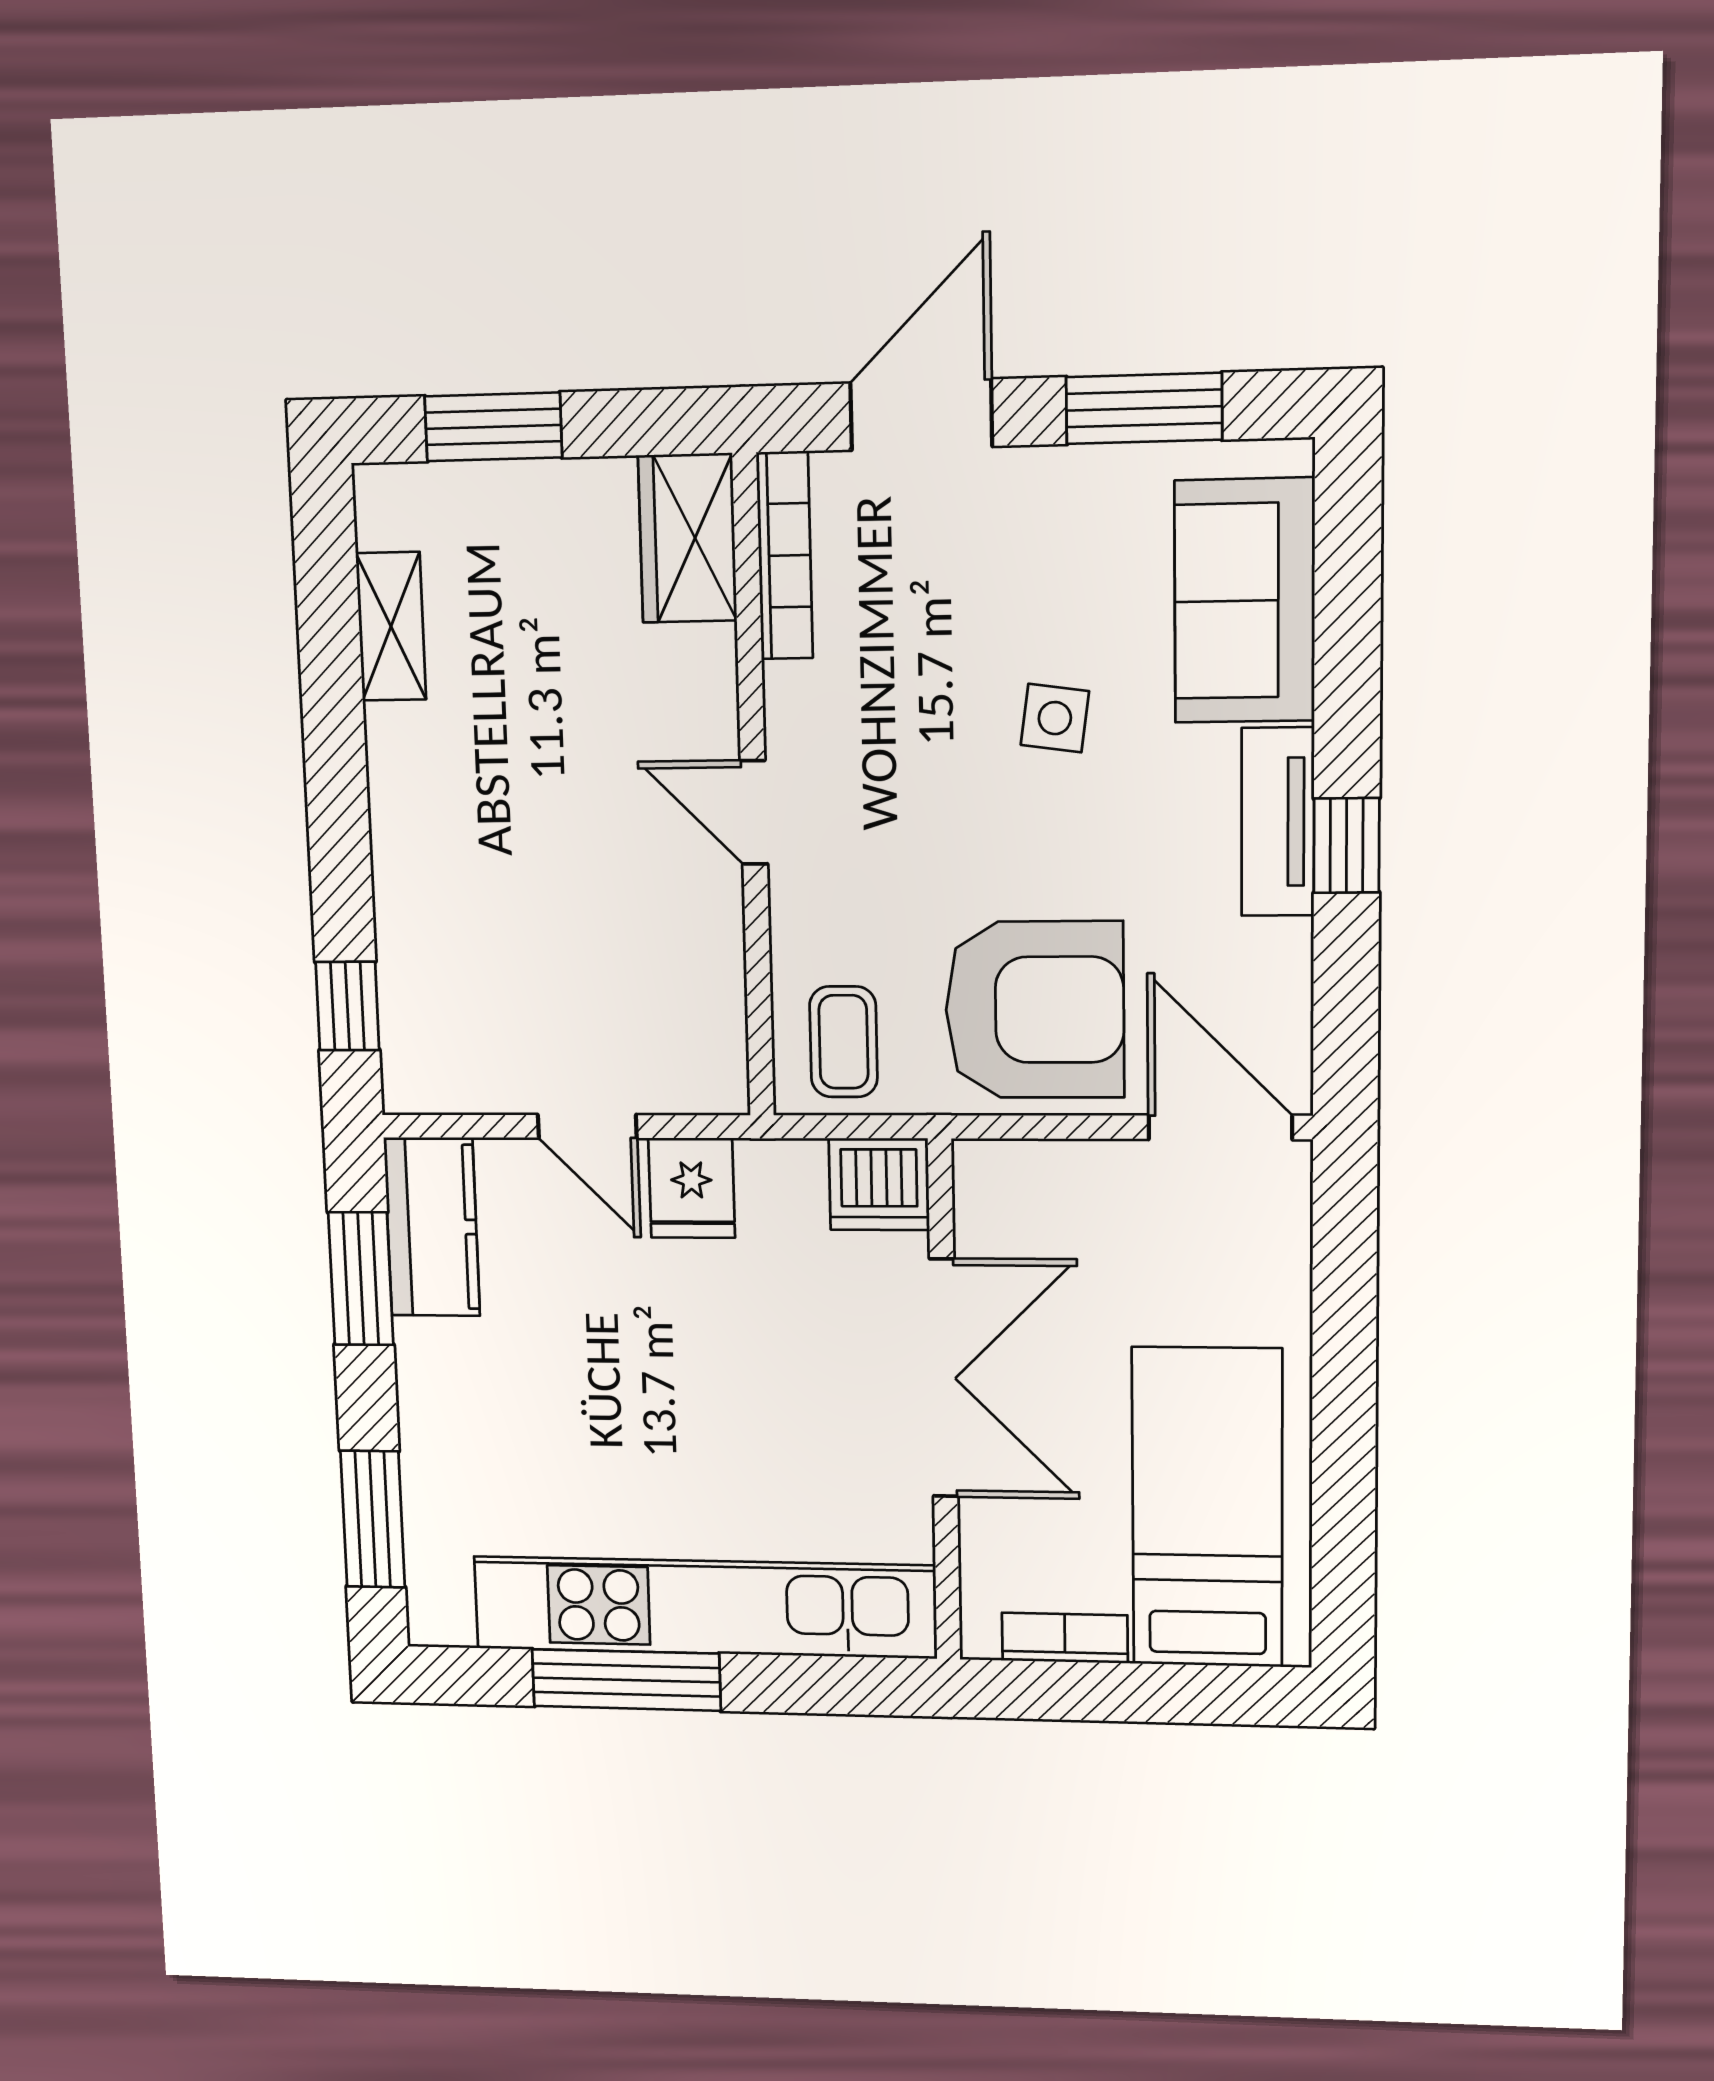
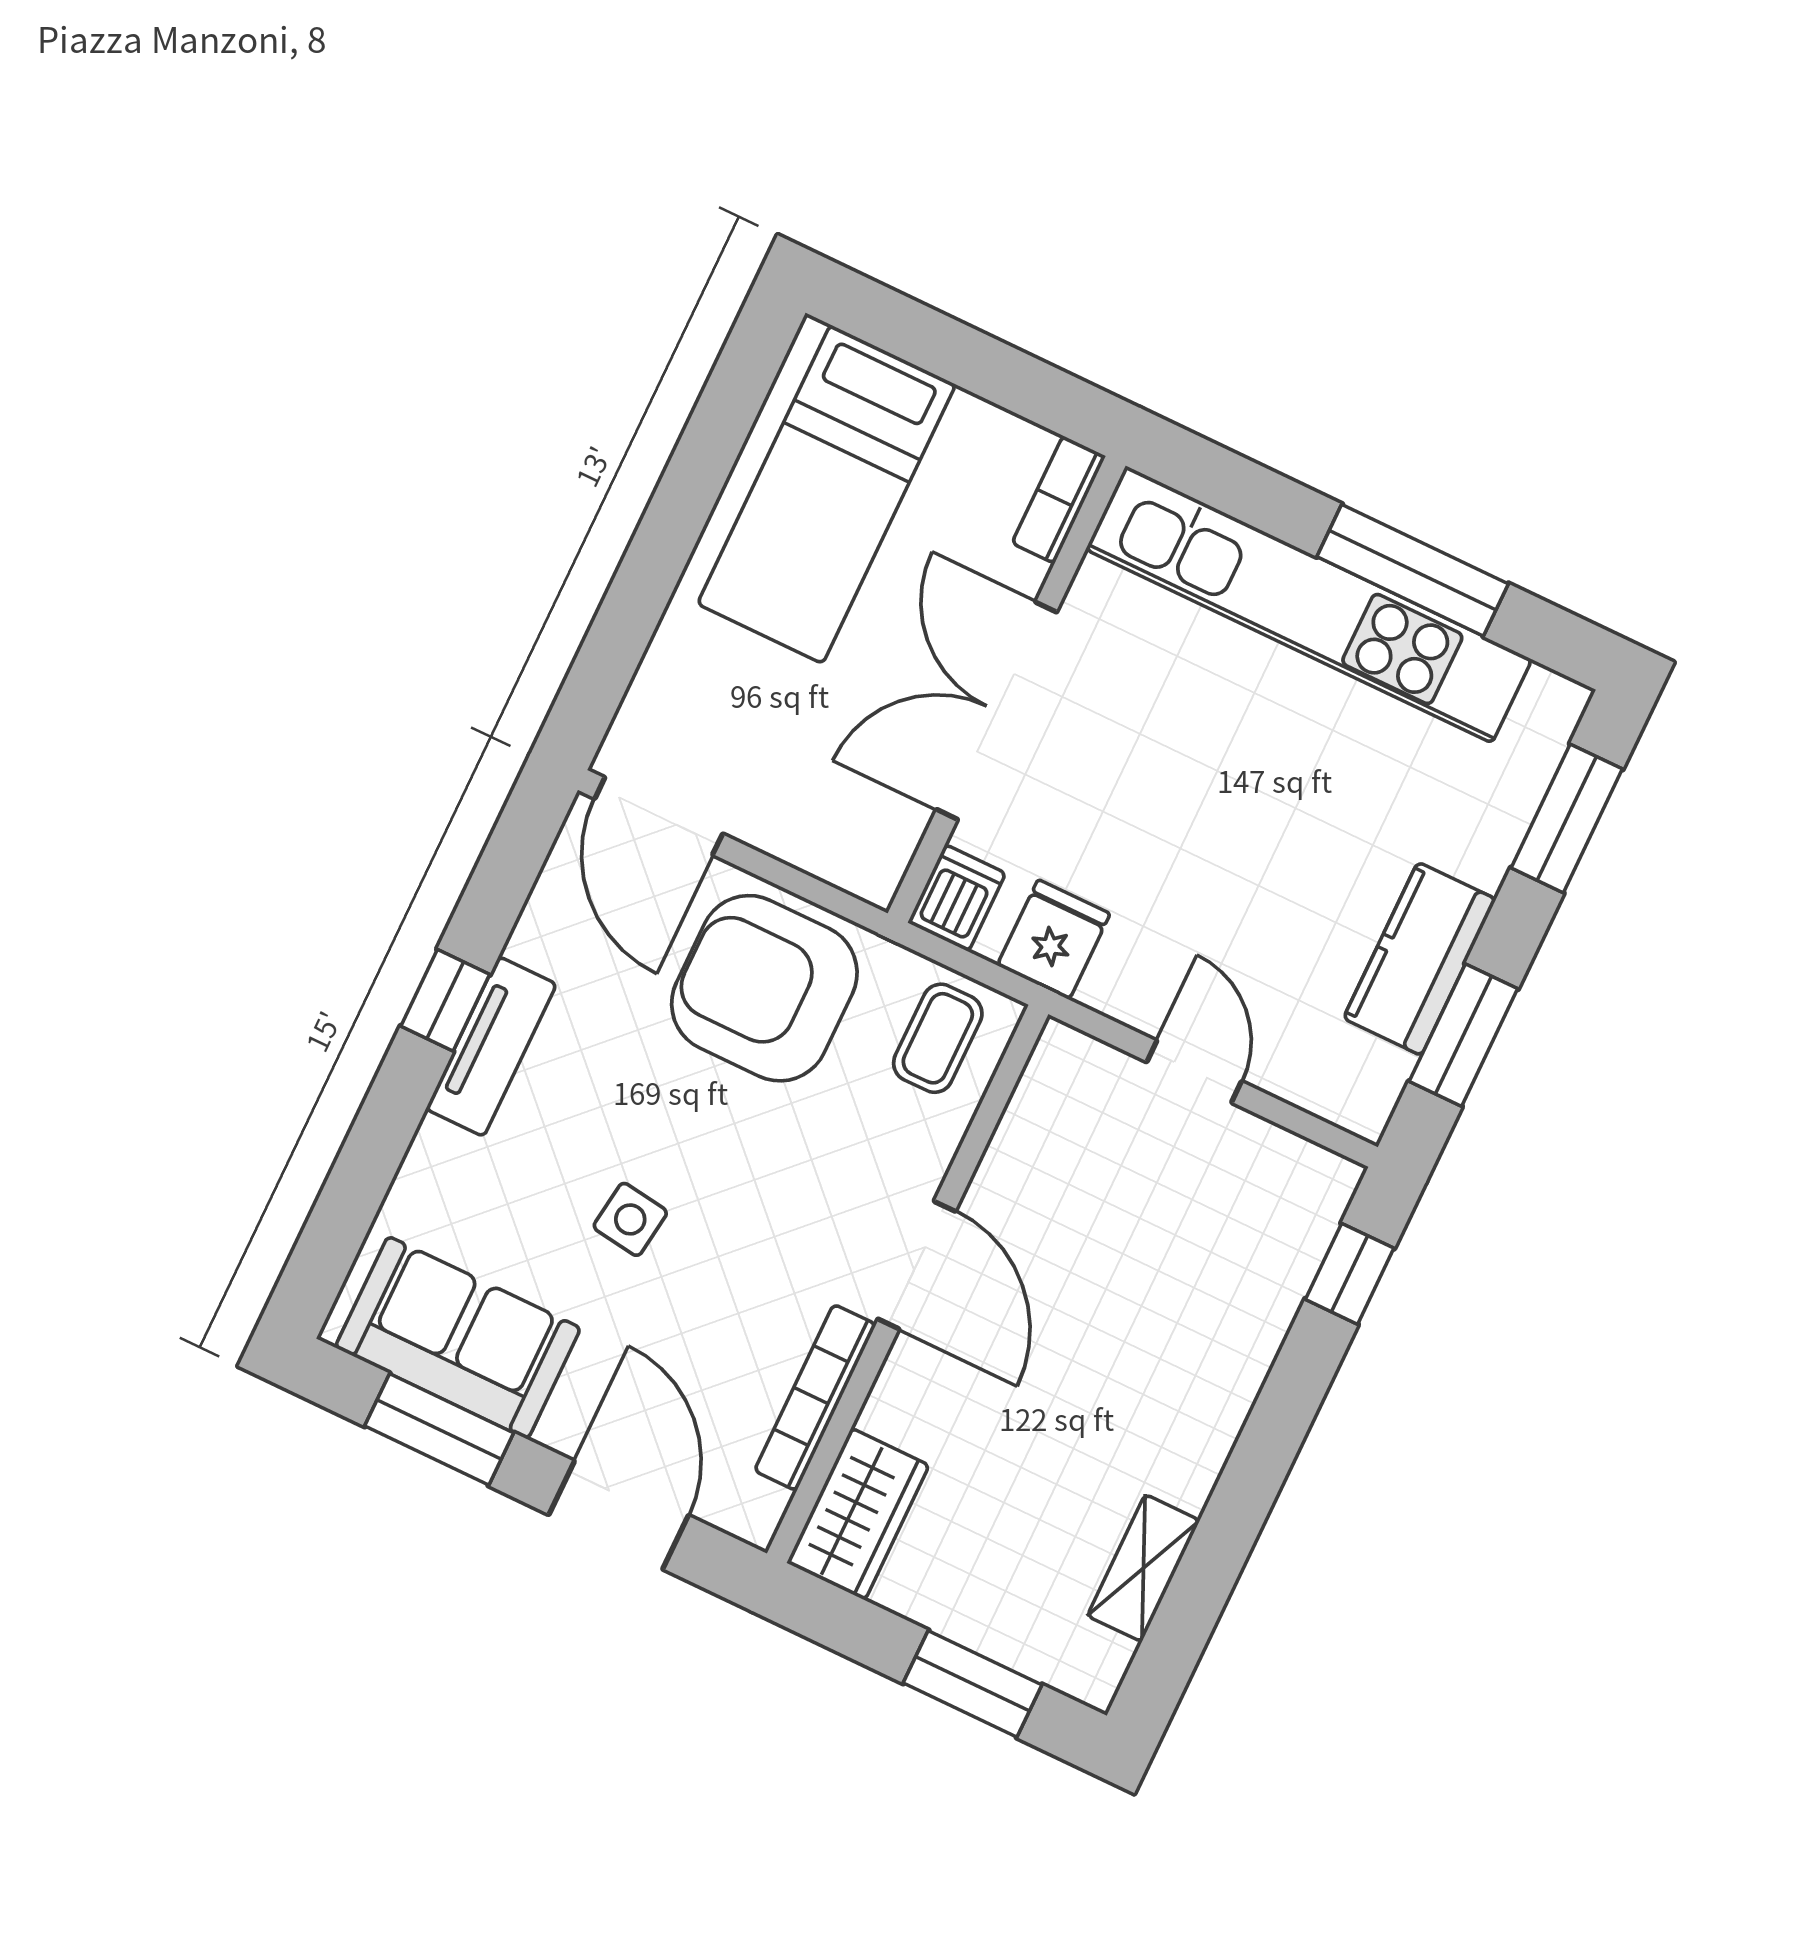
door: (921, 415) -> (619, 1515), swing flipped
bookcase: (785, 555) -> (815, 1398), moved
sofa: (1245, 601) -> (458, 1338), moved, turned -90
door: (754, 812) -> (917, 1265), width x1.38
dishwasher: (879, 1184) -> (957, 898), width x0.73
fridge: (692, 1188) -> (1054, 940), moved
kitchen counter: (432, 1227) -> (1420, 959), moved
bookcase: (1065, 1638) -> (1059, 500), moved, turned 90

